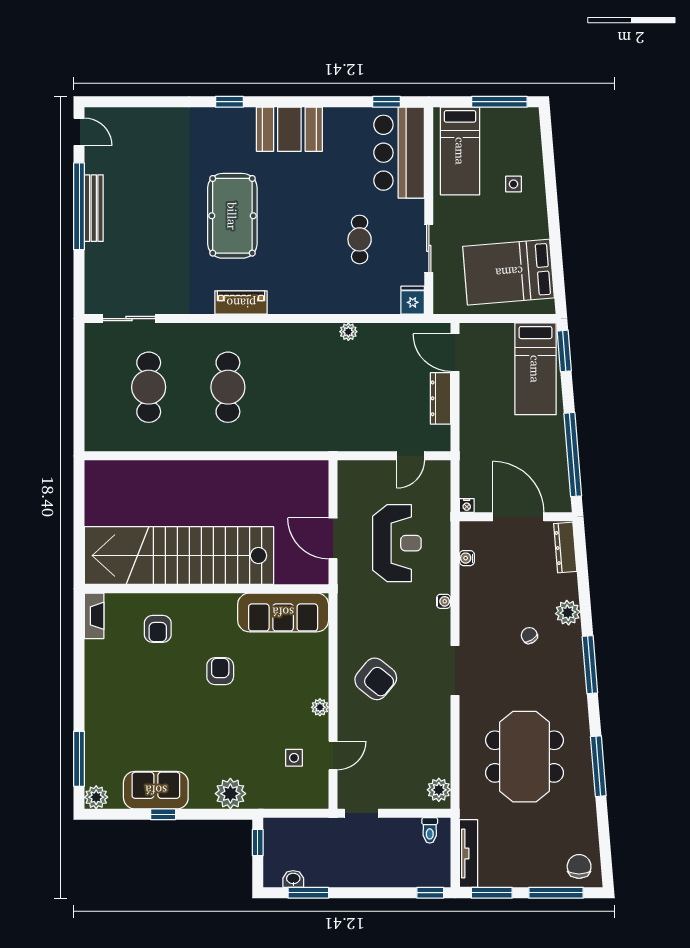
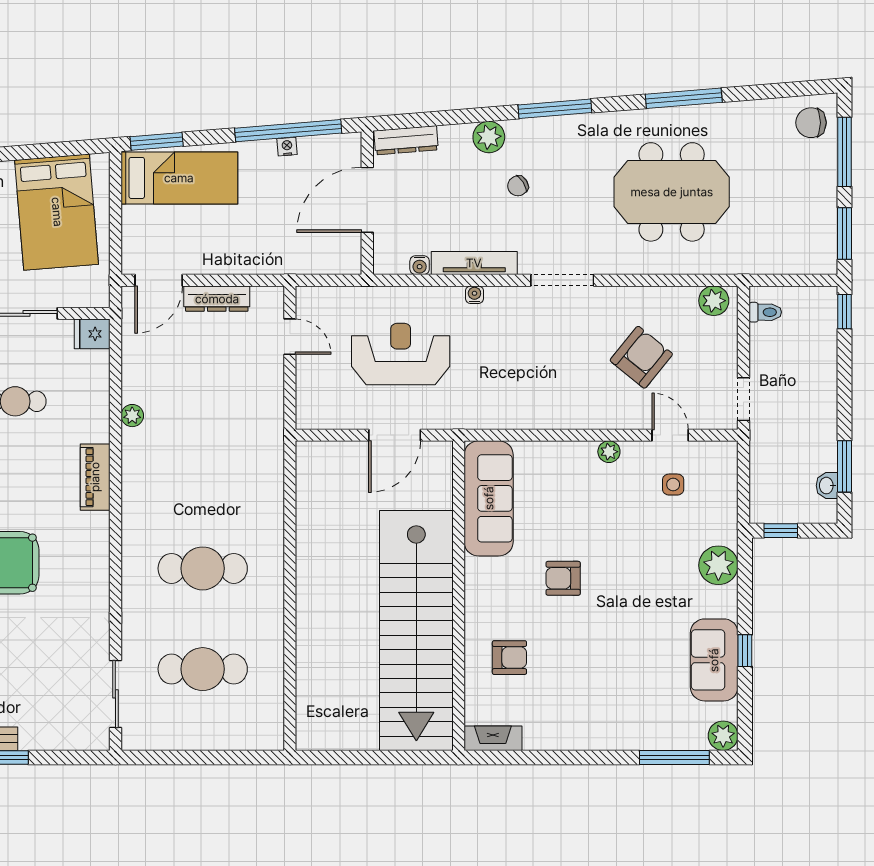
piano: (241, 303) -> (95, 477), moved
nightstand: (467, 506) -> (287, 147), moved, turned -95
armchair: (376, 679) -> (641, 357), moved
tv unit: (468, 853) -> (474, 263), moved

